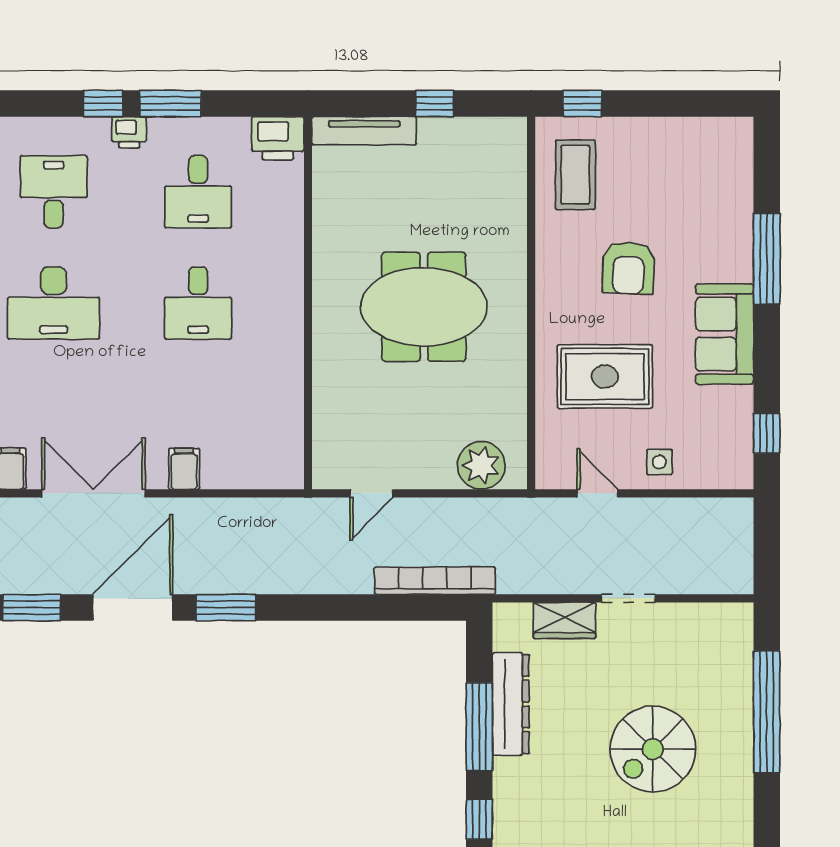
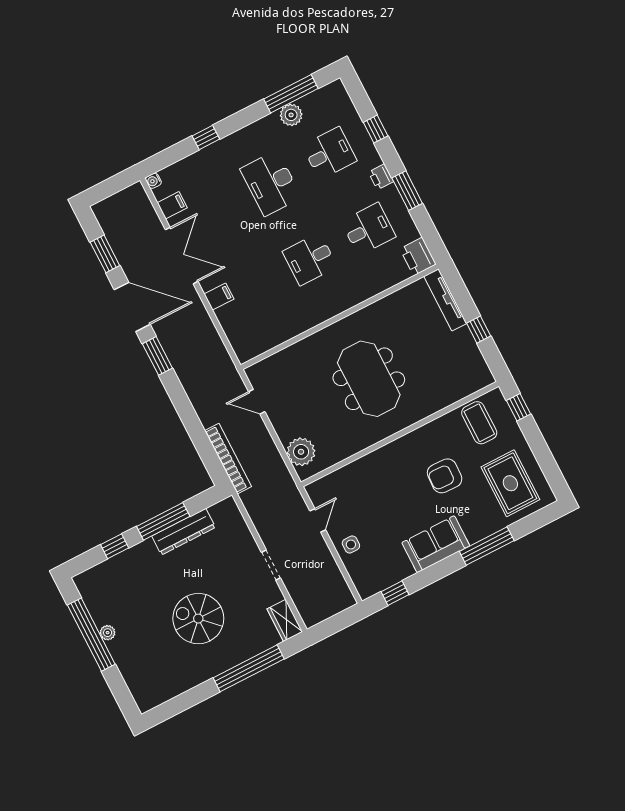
window: (103, 104) -> (376, 129), moved
coffee table: (575, 175) -> (479, 423), turned 90
desk: (198, 192) -> (368, 229), turned 180
rug: (605, 376) -> (510, 483), moved
wardrobe: (564, 620) -> (285, 620), moved

